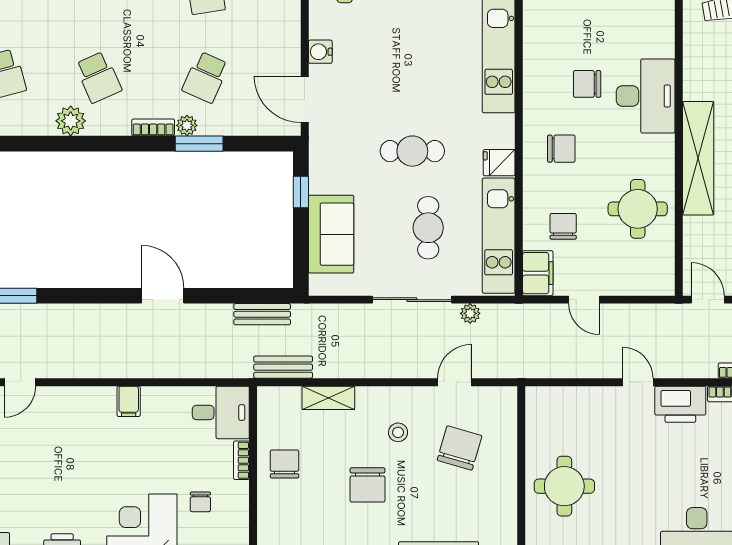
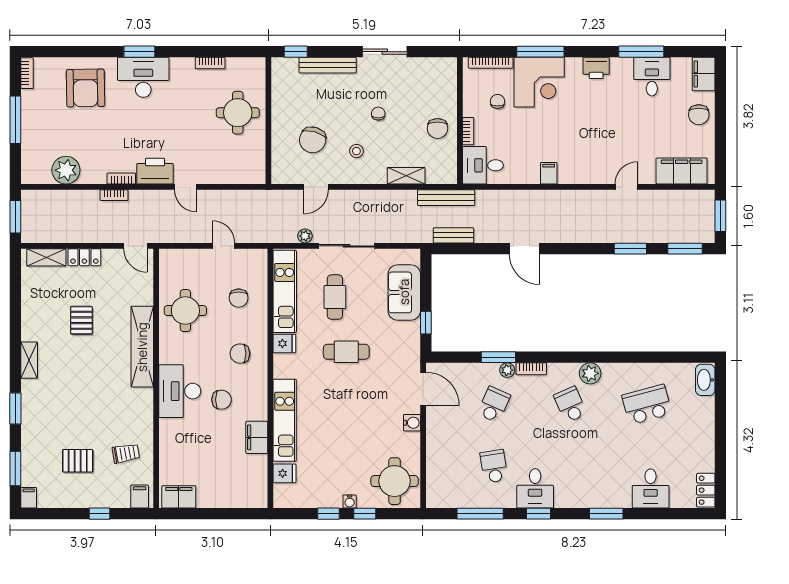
filing cabinet: (538, 273) -> (257, 437), moved
bench: (283, 367) -> (446, 198), width x1.36
chair: (367, 485) -> (378, 114), width x0.54, depth x0.54

